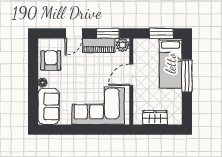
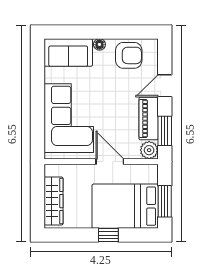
door: (74, 33) -> (165, 86), hinge flipped
bed: (171, 63) -> (125, 206), width x1.50
window: (187, 76) -> (108, 235), width x0.46
wardrobe: (155, 117) -> (53, 201), width x1.50

